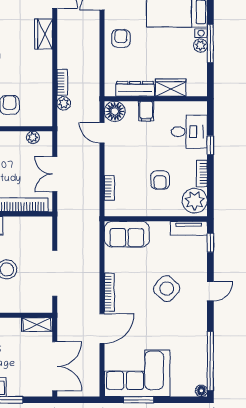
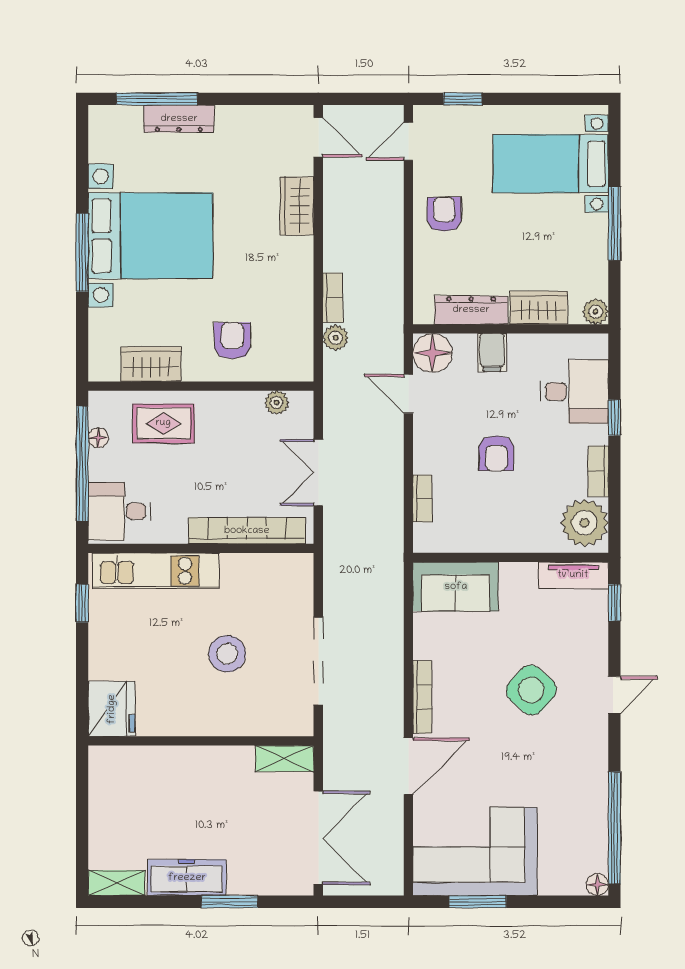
plant: (200, 46) -> (596, 312), moved
armchair: (160, 180) -> (496, 453), moved

